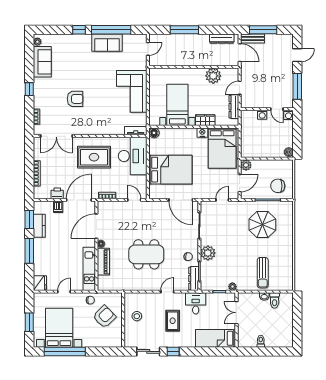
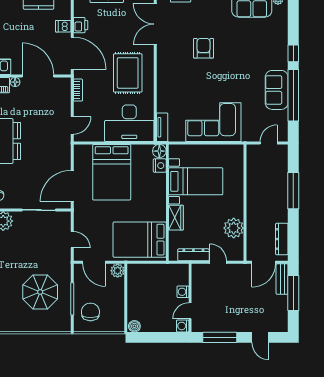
door: (148, 49) -> (269, 143), swing flipped
armchair: (75, 99) -> (204, 48), turned 180
nightstand: (202, 133) -> (160, 166), moved

